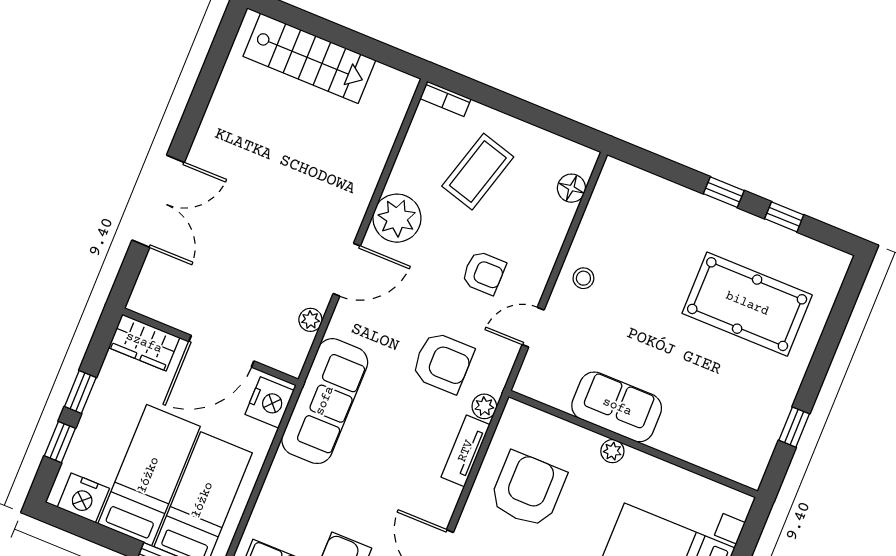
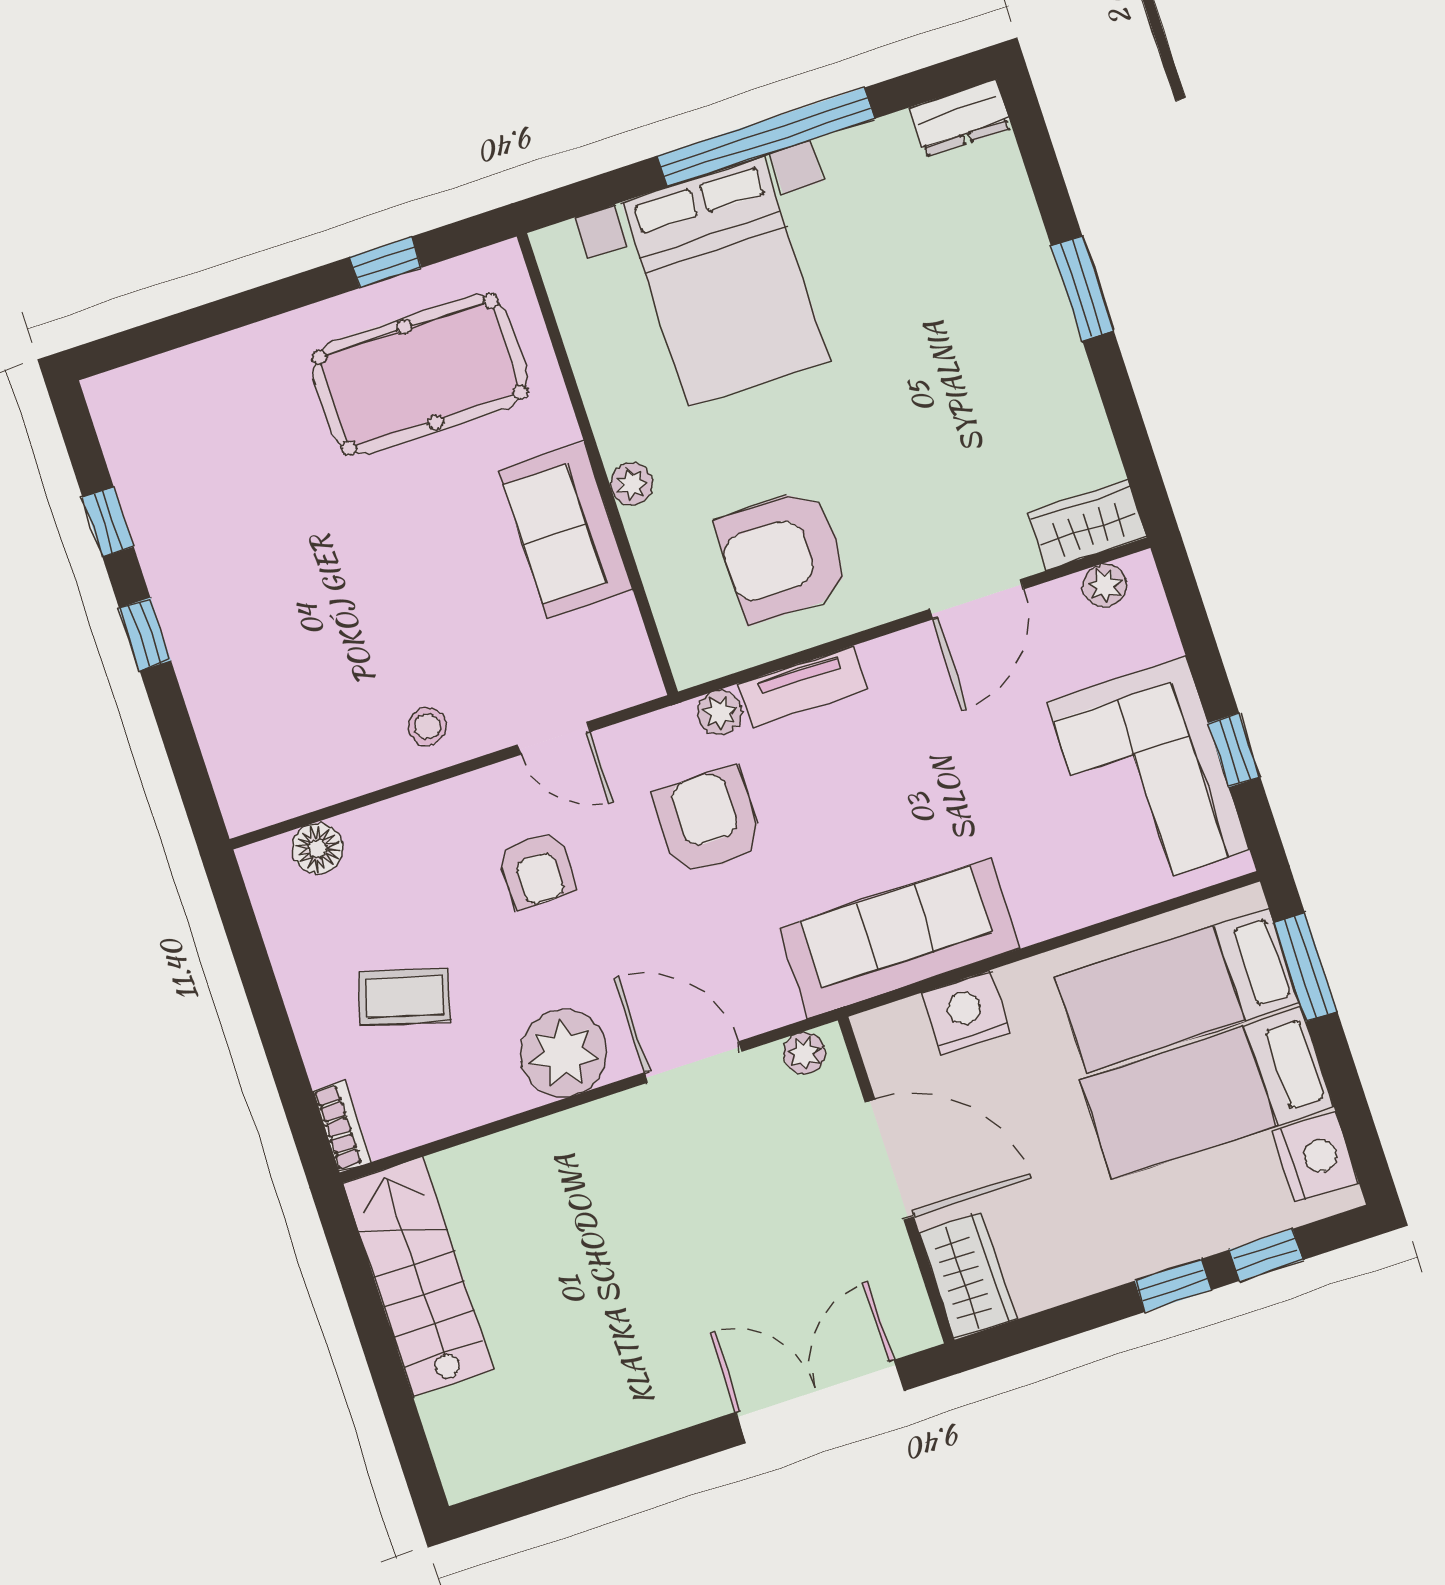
stairs: (309, 58) -> (418, 1277), moved
coffee table: (478, 172) -> (404, 997), width x0.73, depth x0.77
armchair: (484, 273) -> (537, 870), turned 180
pool table: (747, 304) -> (420, 375), moved, turned 90
wardrobe: (144, 343) -> (968, 1276), moved
wall: (210, 347) -> (896, 1180), moved
door: (221, 351) -> (889, 1160), moved

